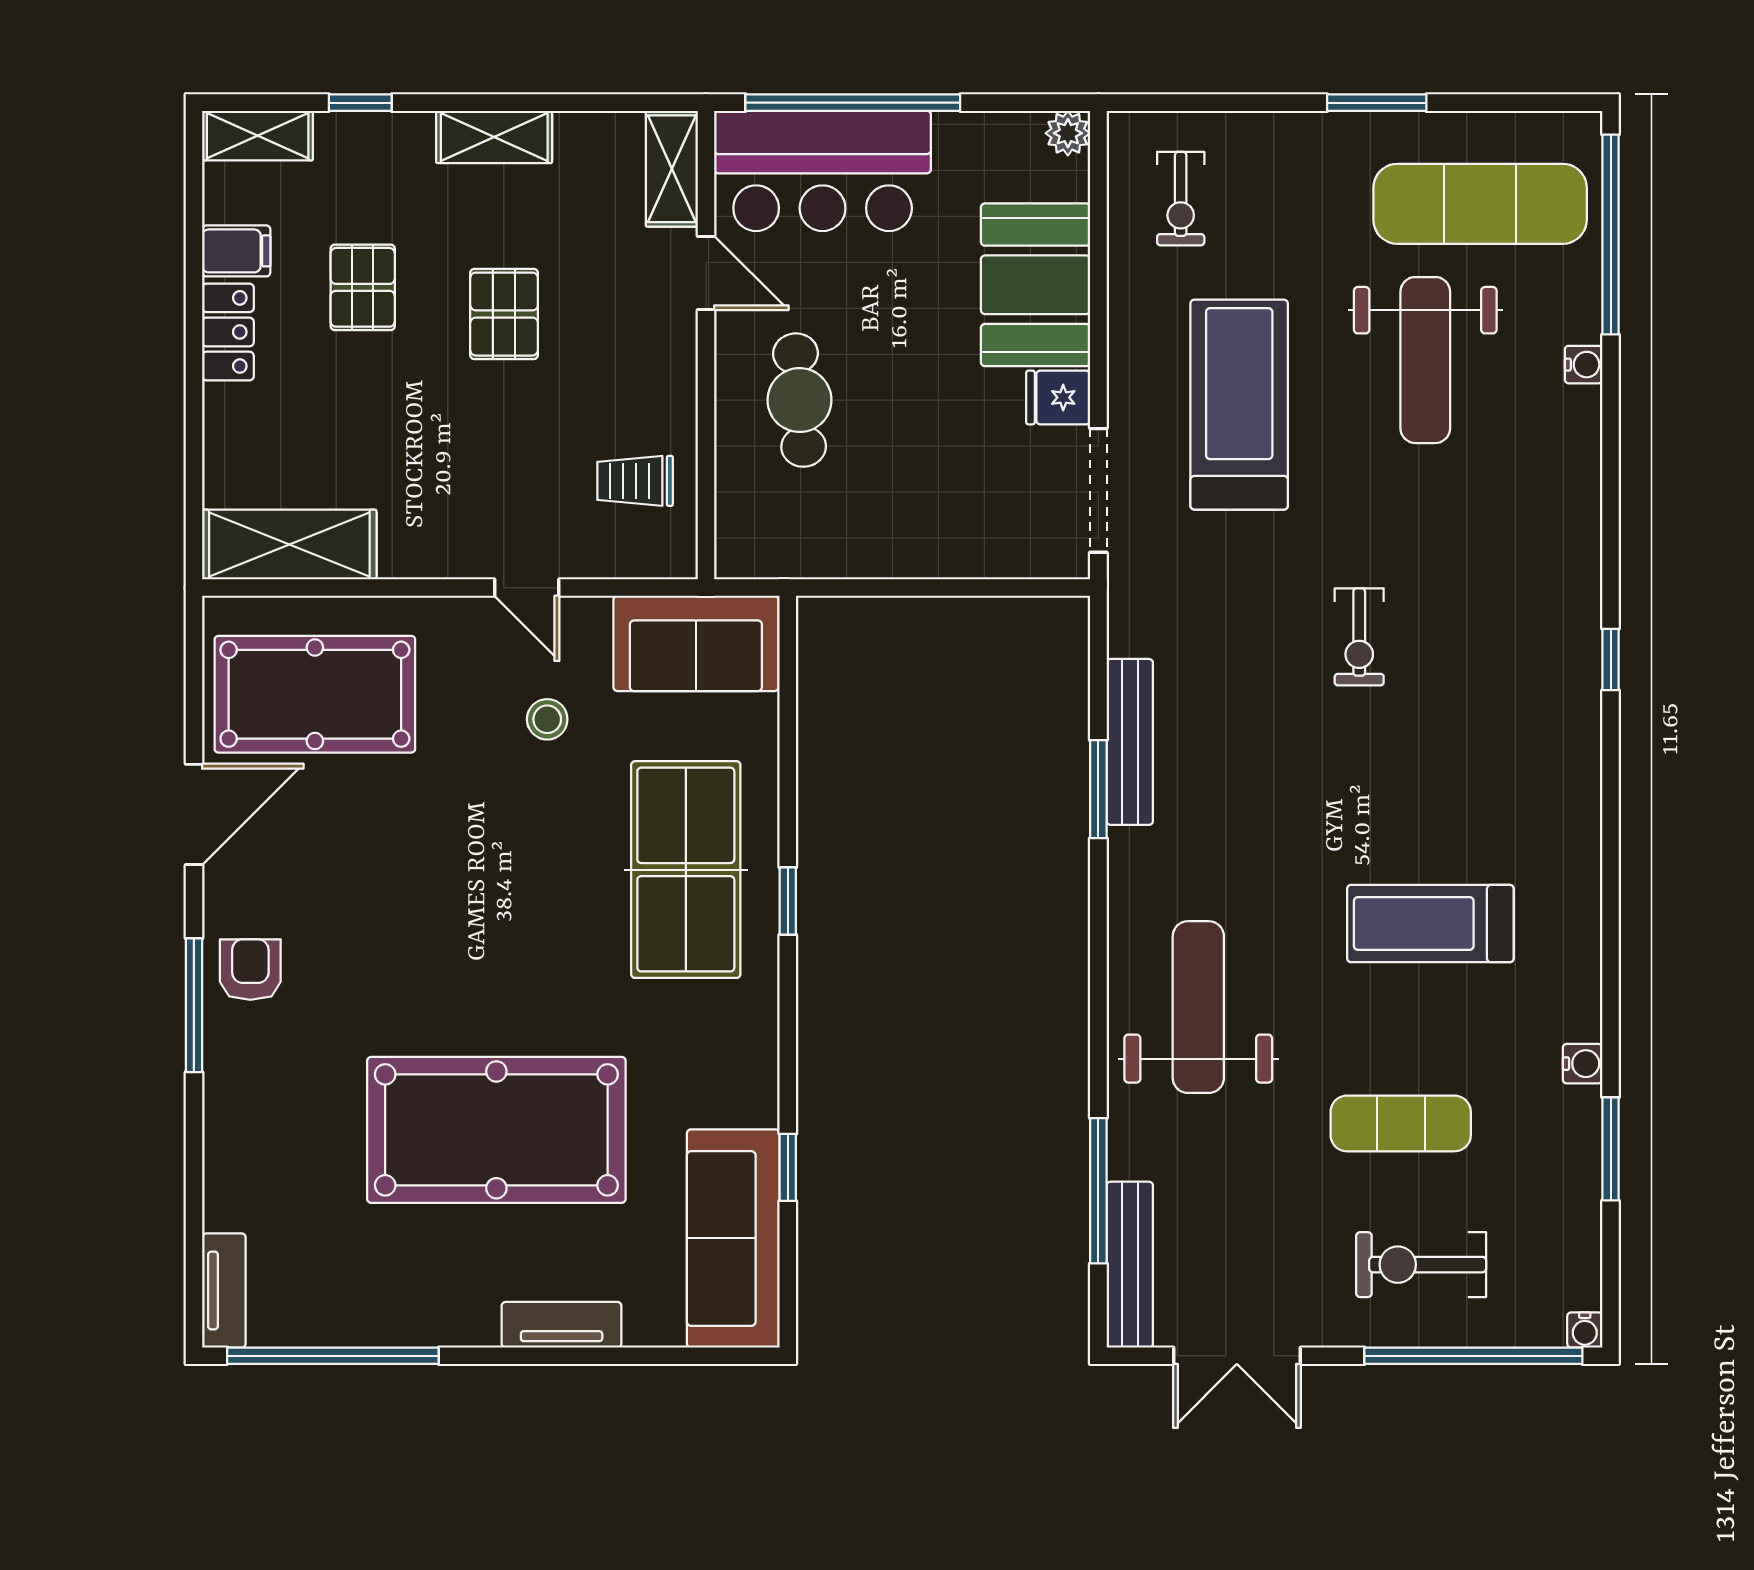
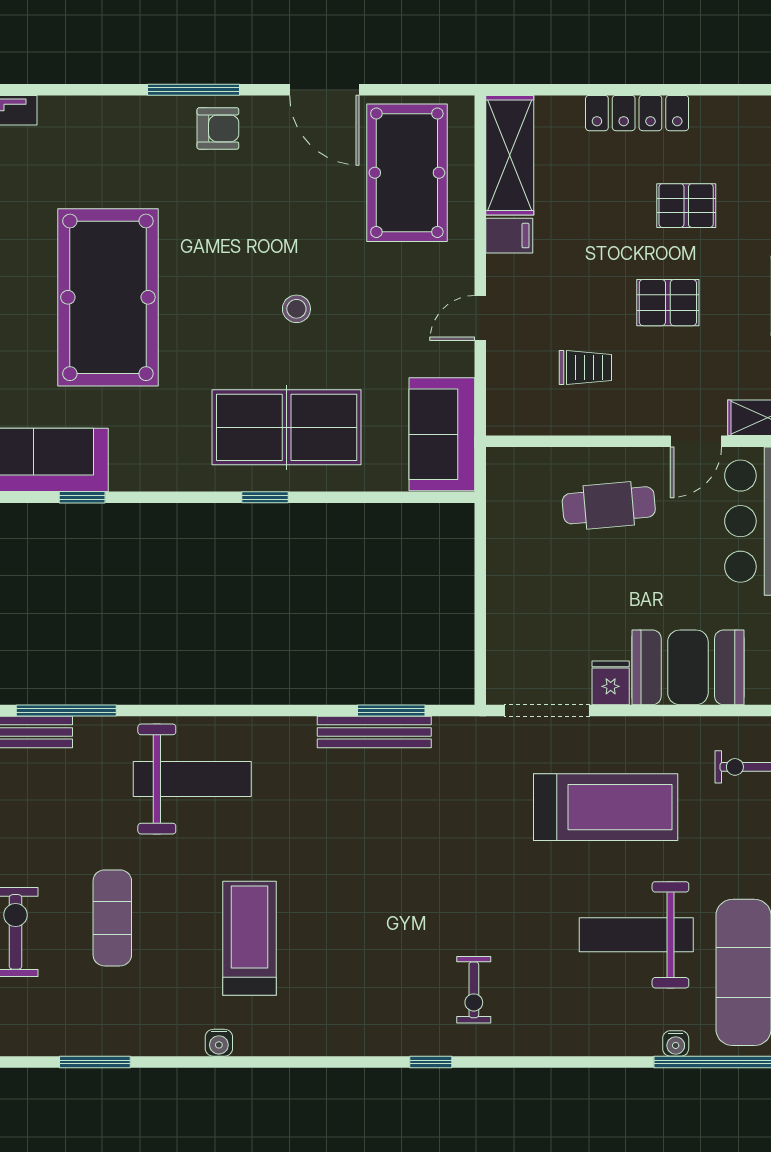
filing cabinet: (236, 251) -> (509, 236), moved, turned -90
locker: (228, 332) -> (637, 113), width x1.53
water cooler: (1584, 365) -> (676, 1043), moved
trolley: (635, 481) -> (585, 368), moved, turned 90
exercise bike: (1359, 637) -> (474, 990), moved, turned -90
stool: (547, 719) -> (296, 309), moved
window: (1098, 789) -> (391, 710), moved
water cooler: (1583, 1064) -> (219, 1043), moved

